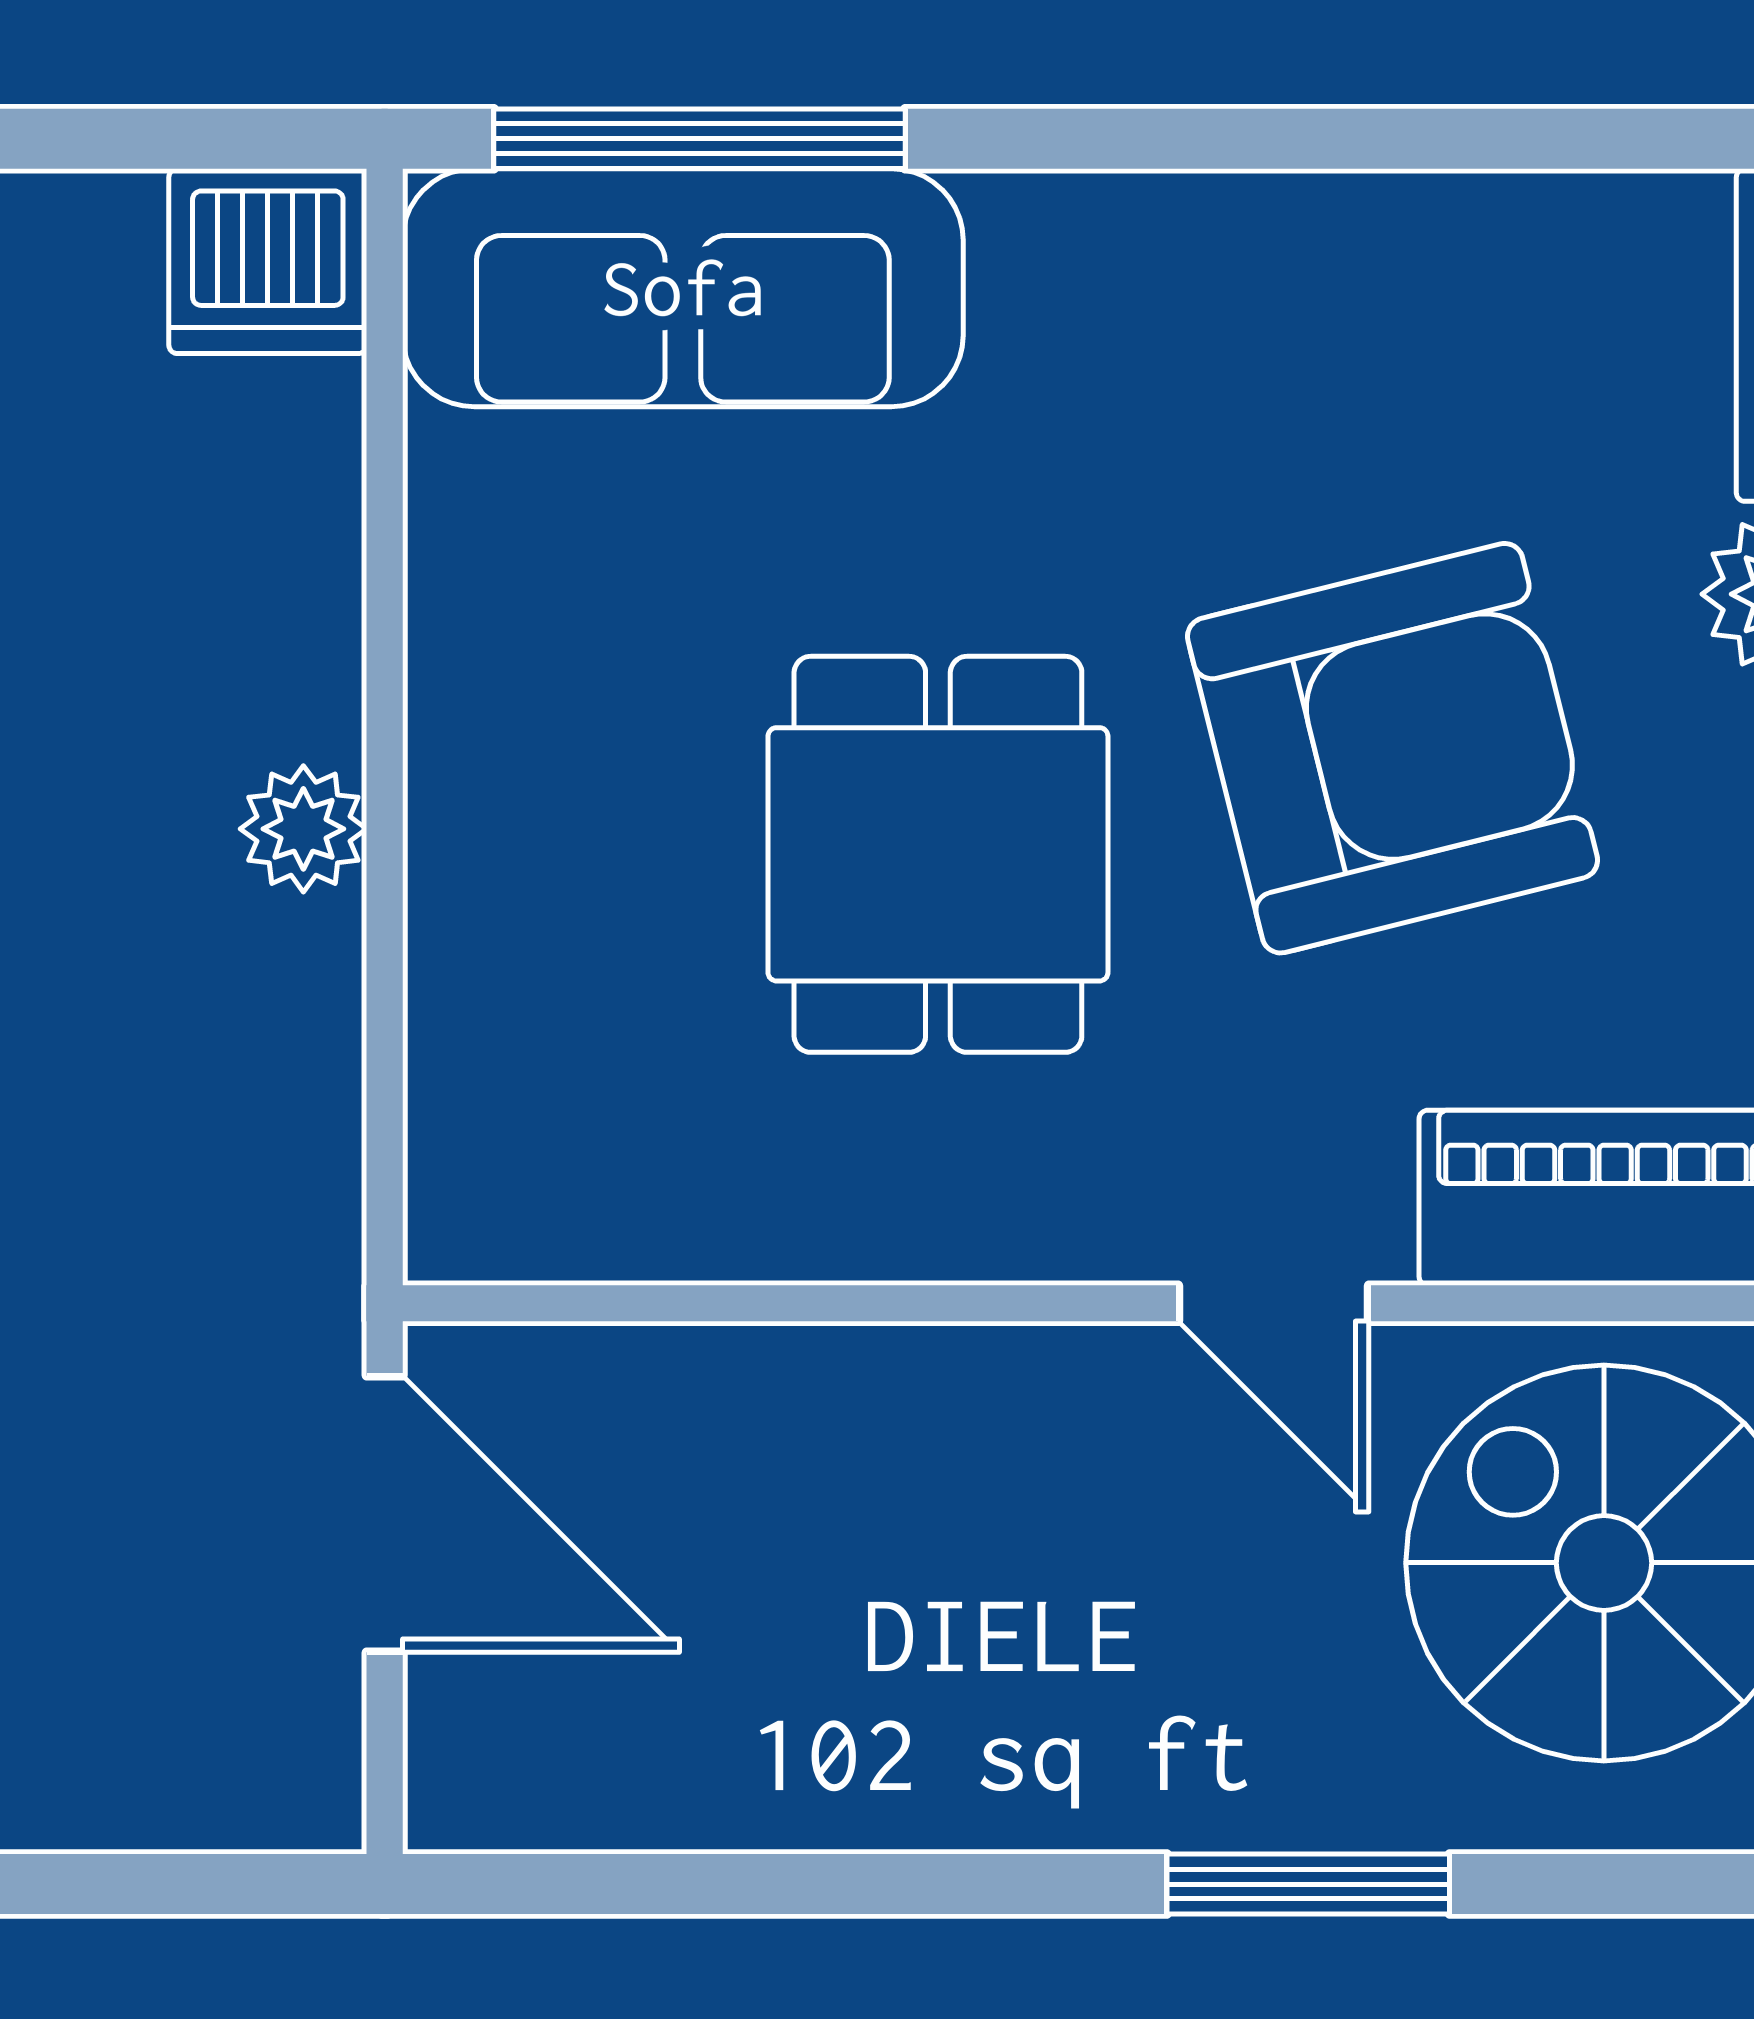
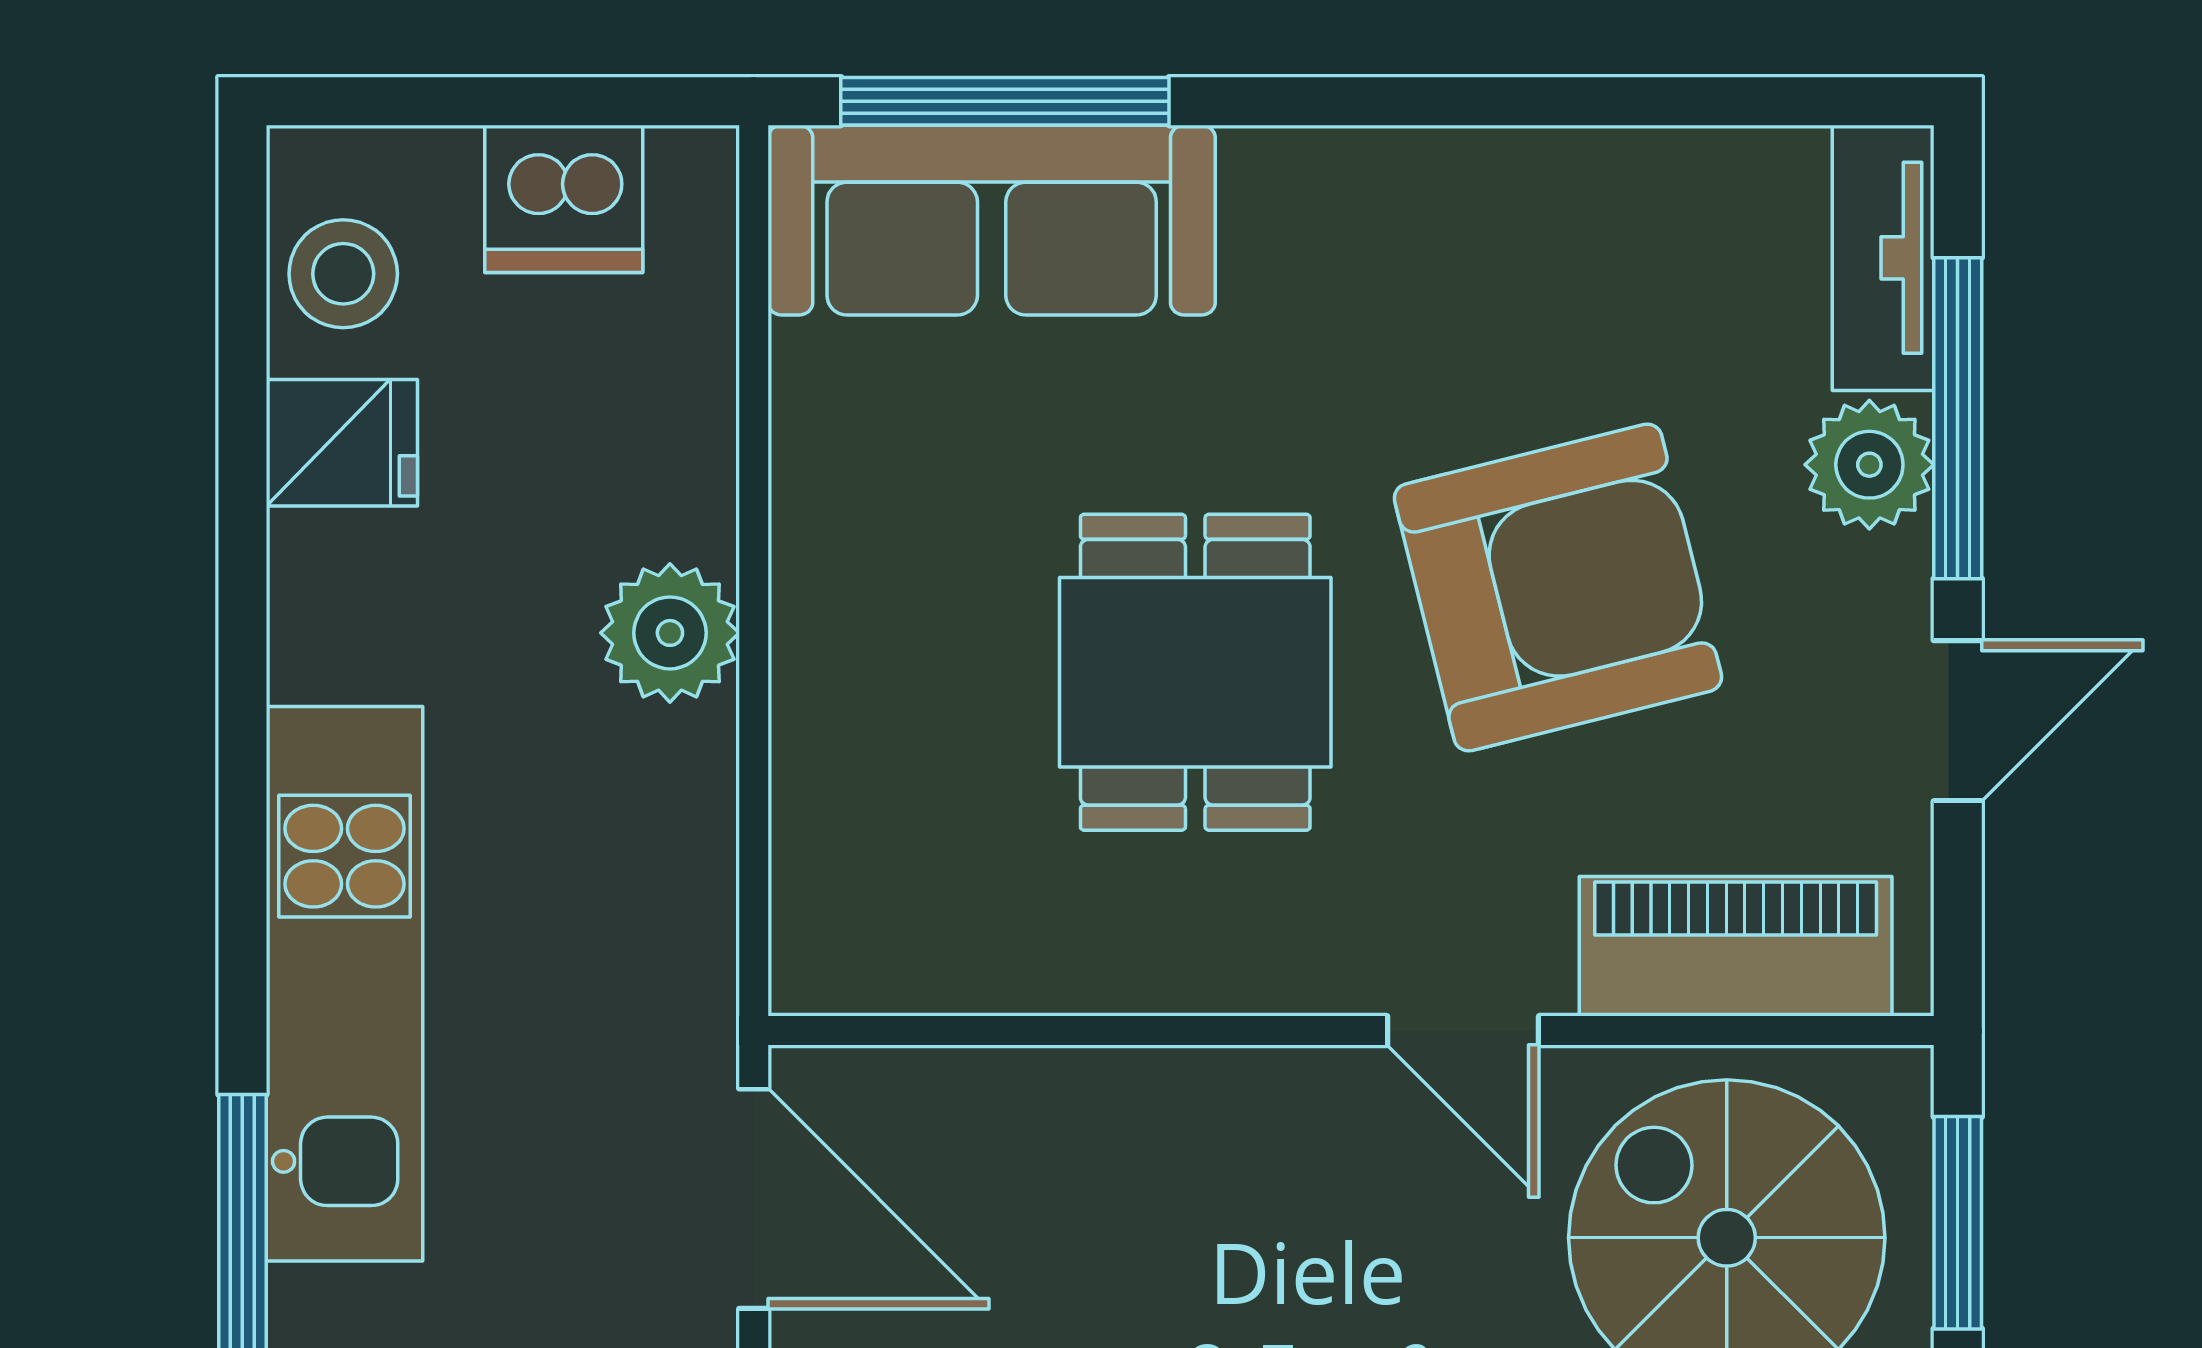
dishwasher: (268, 261) -> (564, 199), moved
plant: (303, 829) -> (670, 633), width x1.38, depth x1.38

